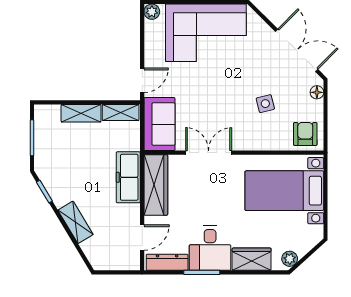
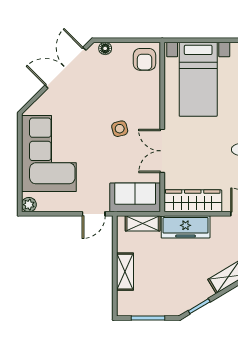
door: (142, 80) -> (94, 214), swing flipped
side table: (265, 104) -> (120, 129), moved
shelving: (121, 113) -> (143, 223), moved, turned 90
armchair: (305, 134) -> (145, 59), turned -90

